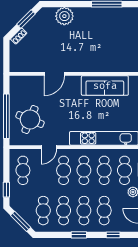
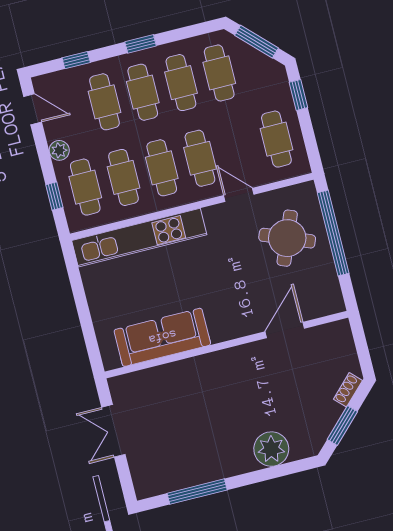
door: (54, 74) -> (285, 330), moved
door: (49, 147) -> (239, 195), hinge flipped

